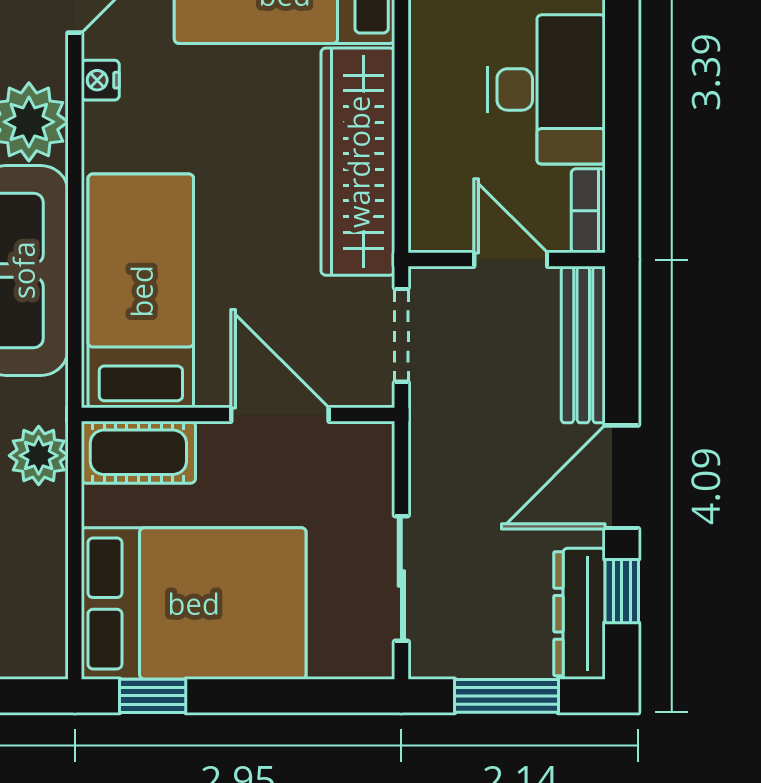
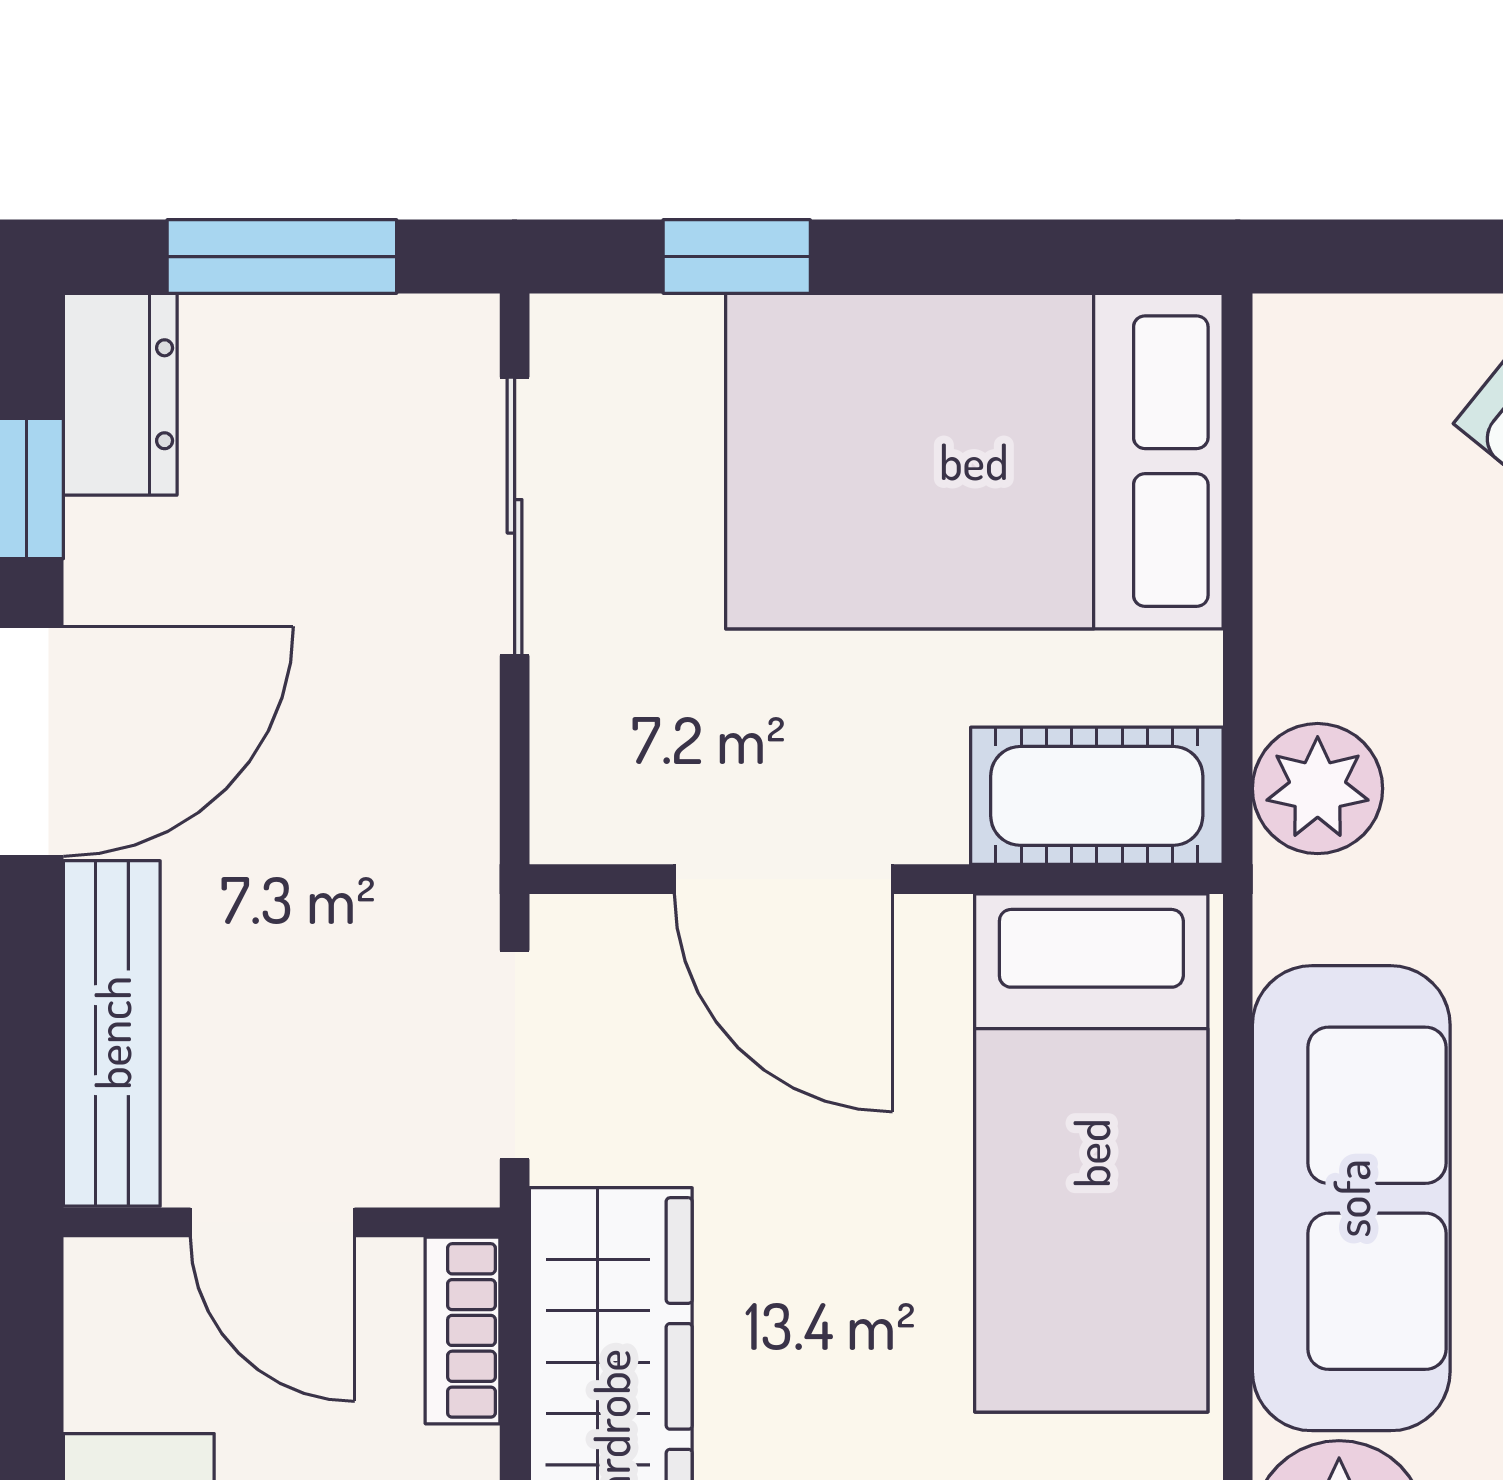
bookcase: (588, 211) -> (463, 1330), moved, turned 180
dresser: (579, 614) -> (120, 394), width x0.70
window: (153, 696) -> (737, 257), moved

